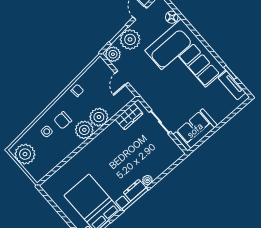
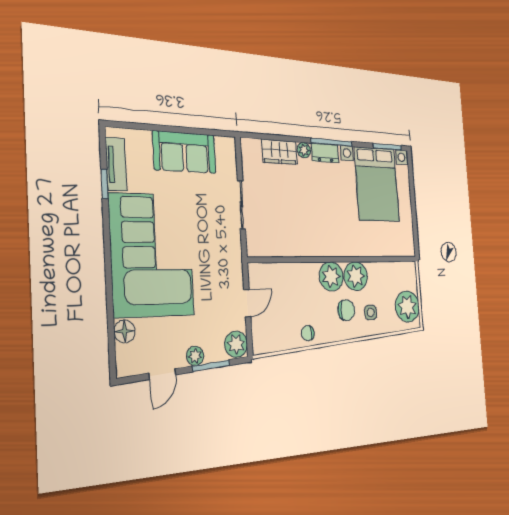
plant: (130, 39) -> (195, 356), width x0.53, depth x0.53
plant: (99, 117) -> (356, 276), moved
wardrobe: (129, 117) -> (280, 152), moved, turned 180
sofa: (195, 130) -> (184, 152), moved

